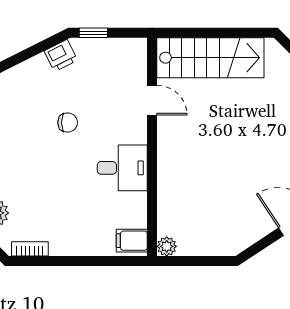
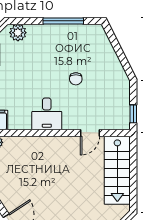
window: (93, 33) -> (133, 114), moved
printer: (61, 56) -> (119, 75), removed

